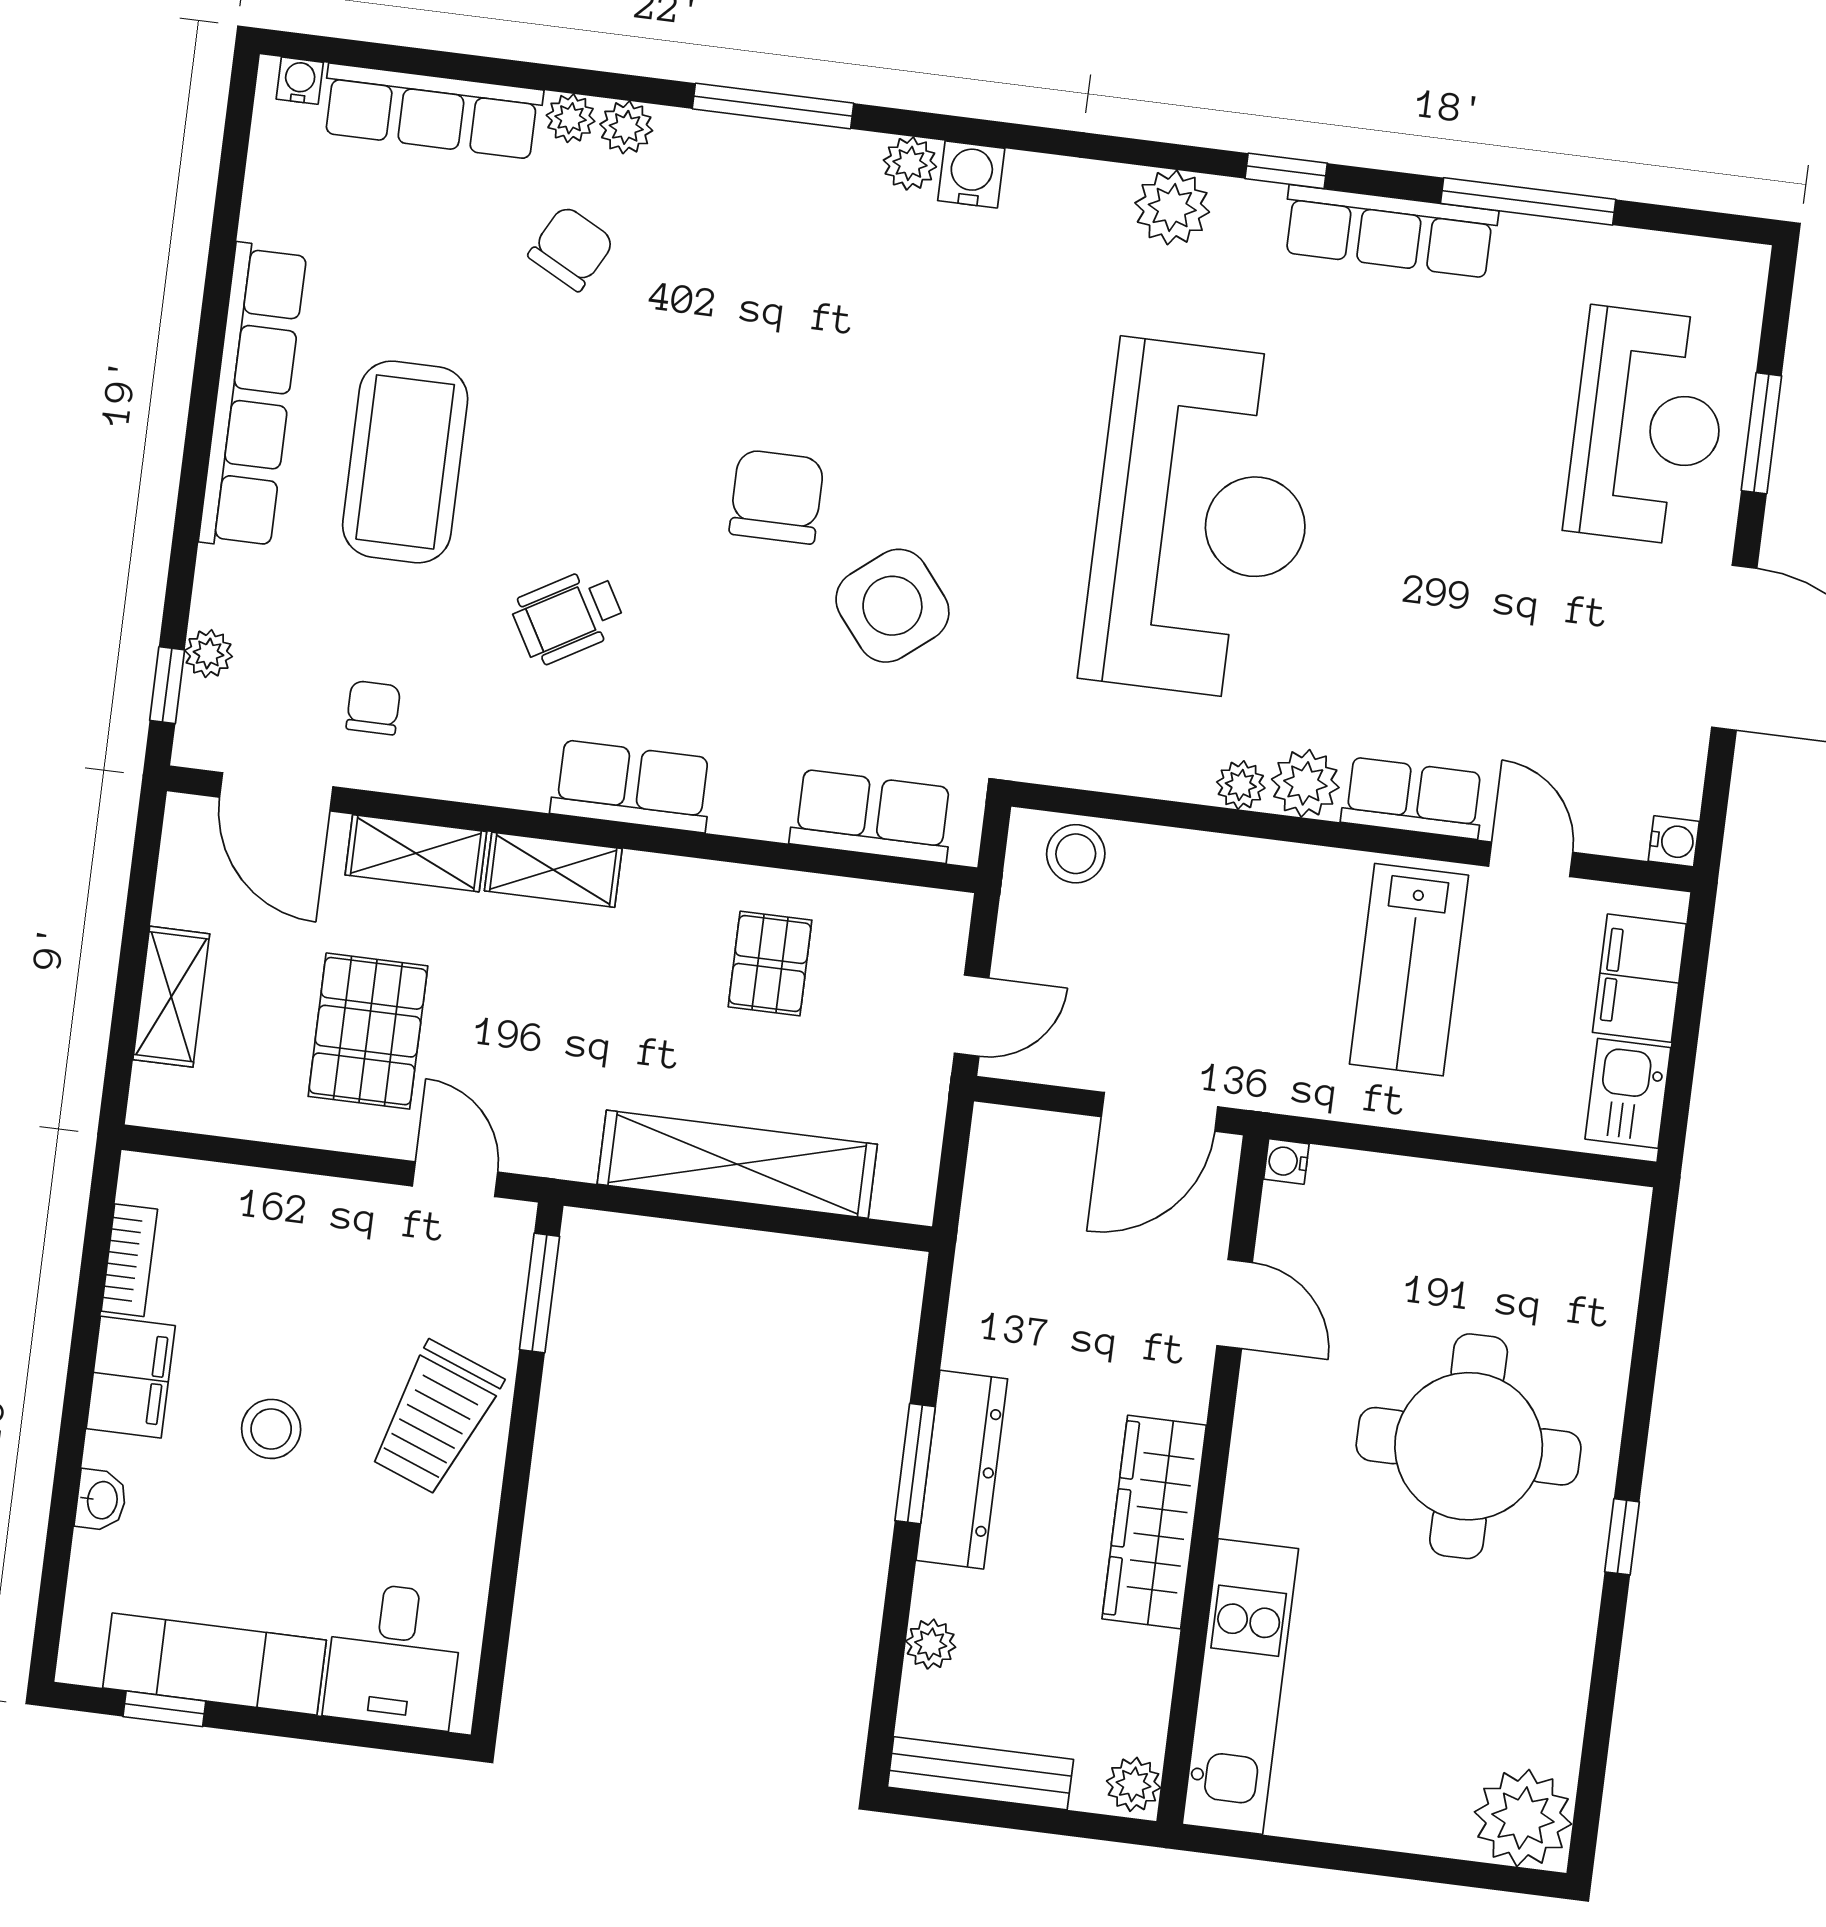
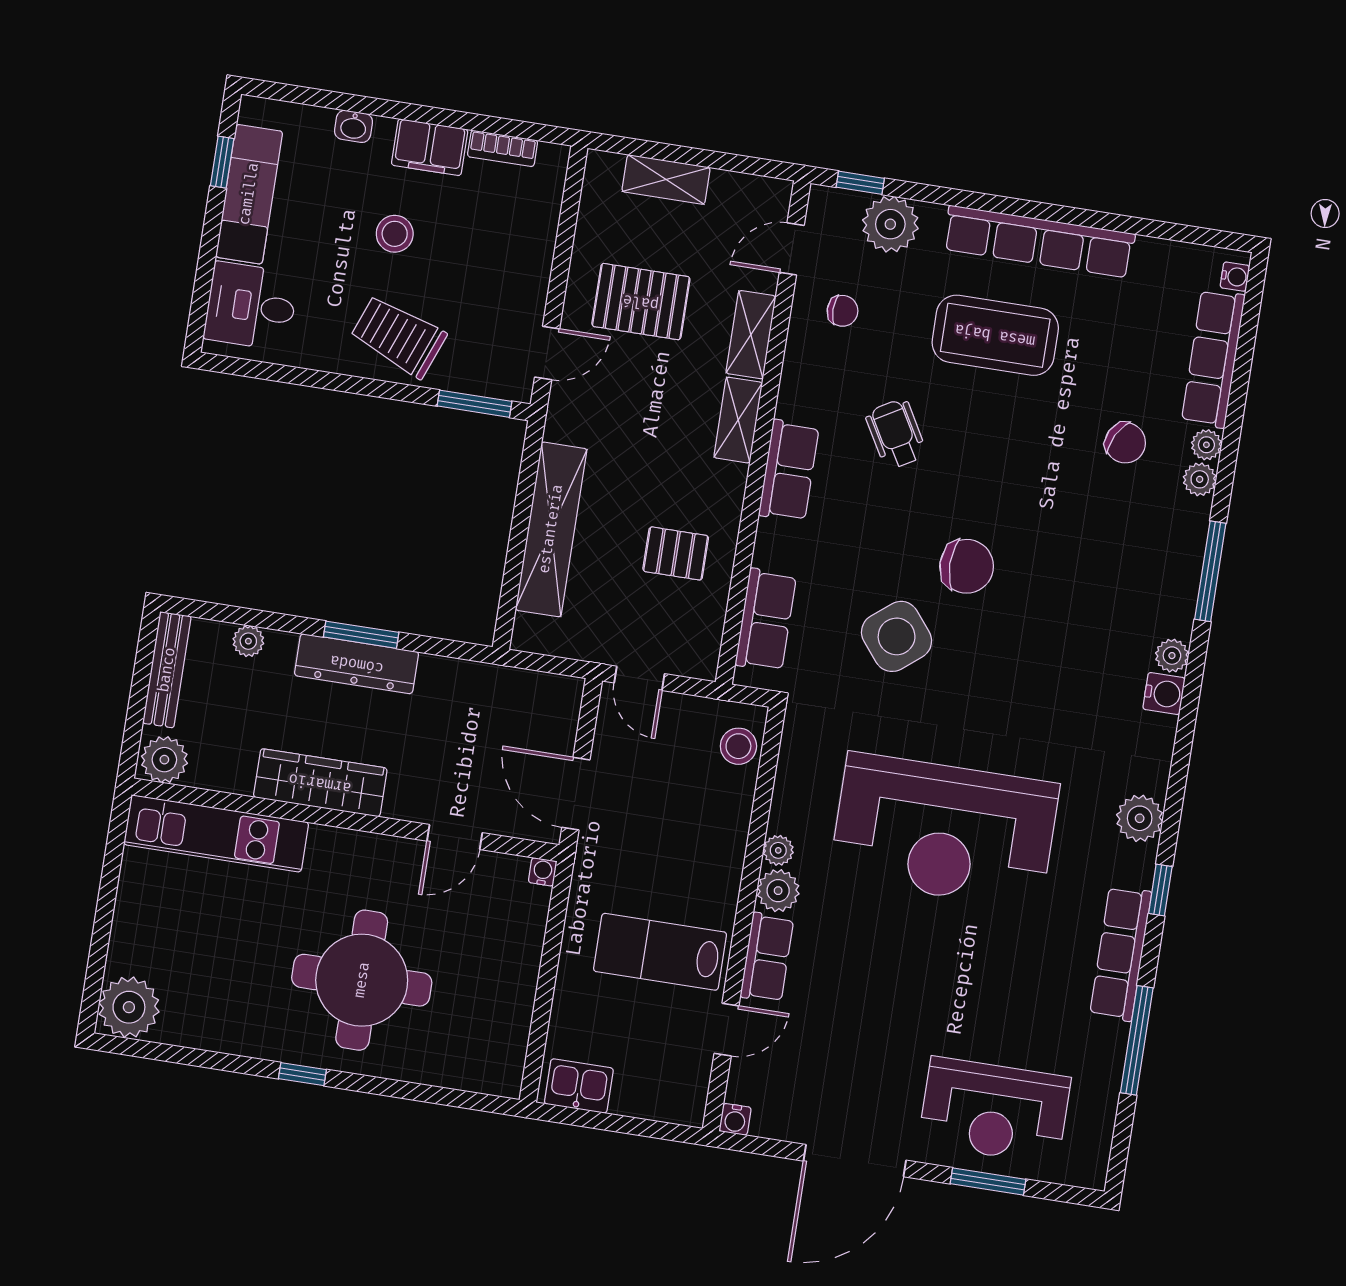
plant: (209, 654) -> (890, 224), width x1.88, depth x1.88
door: (276, 792) -> (792, 249), width x0.73
filing cabinet: (1639, 978) -> (650, 1095), removed
plant: (1134, 1784) -> (164, 760), width x1.38, depth x1.38

